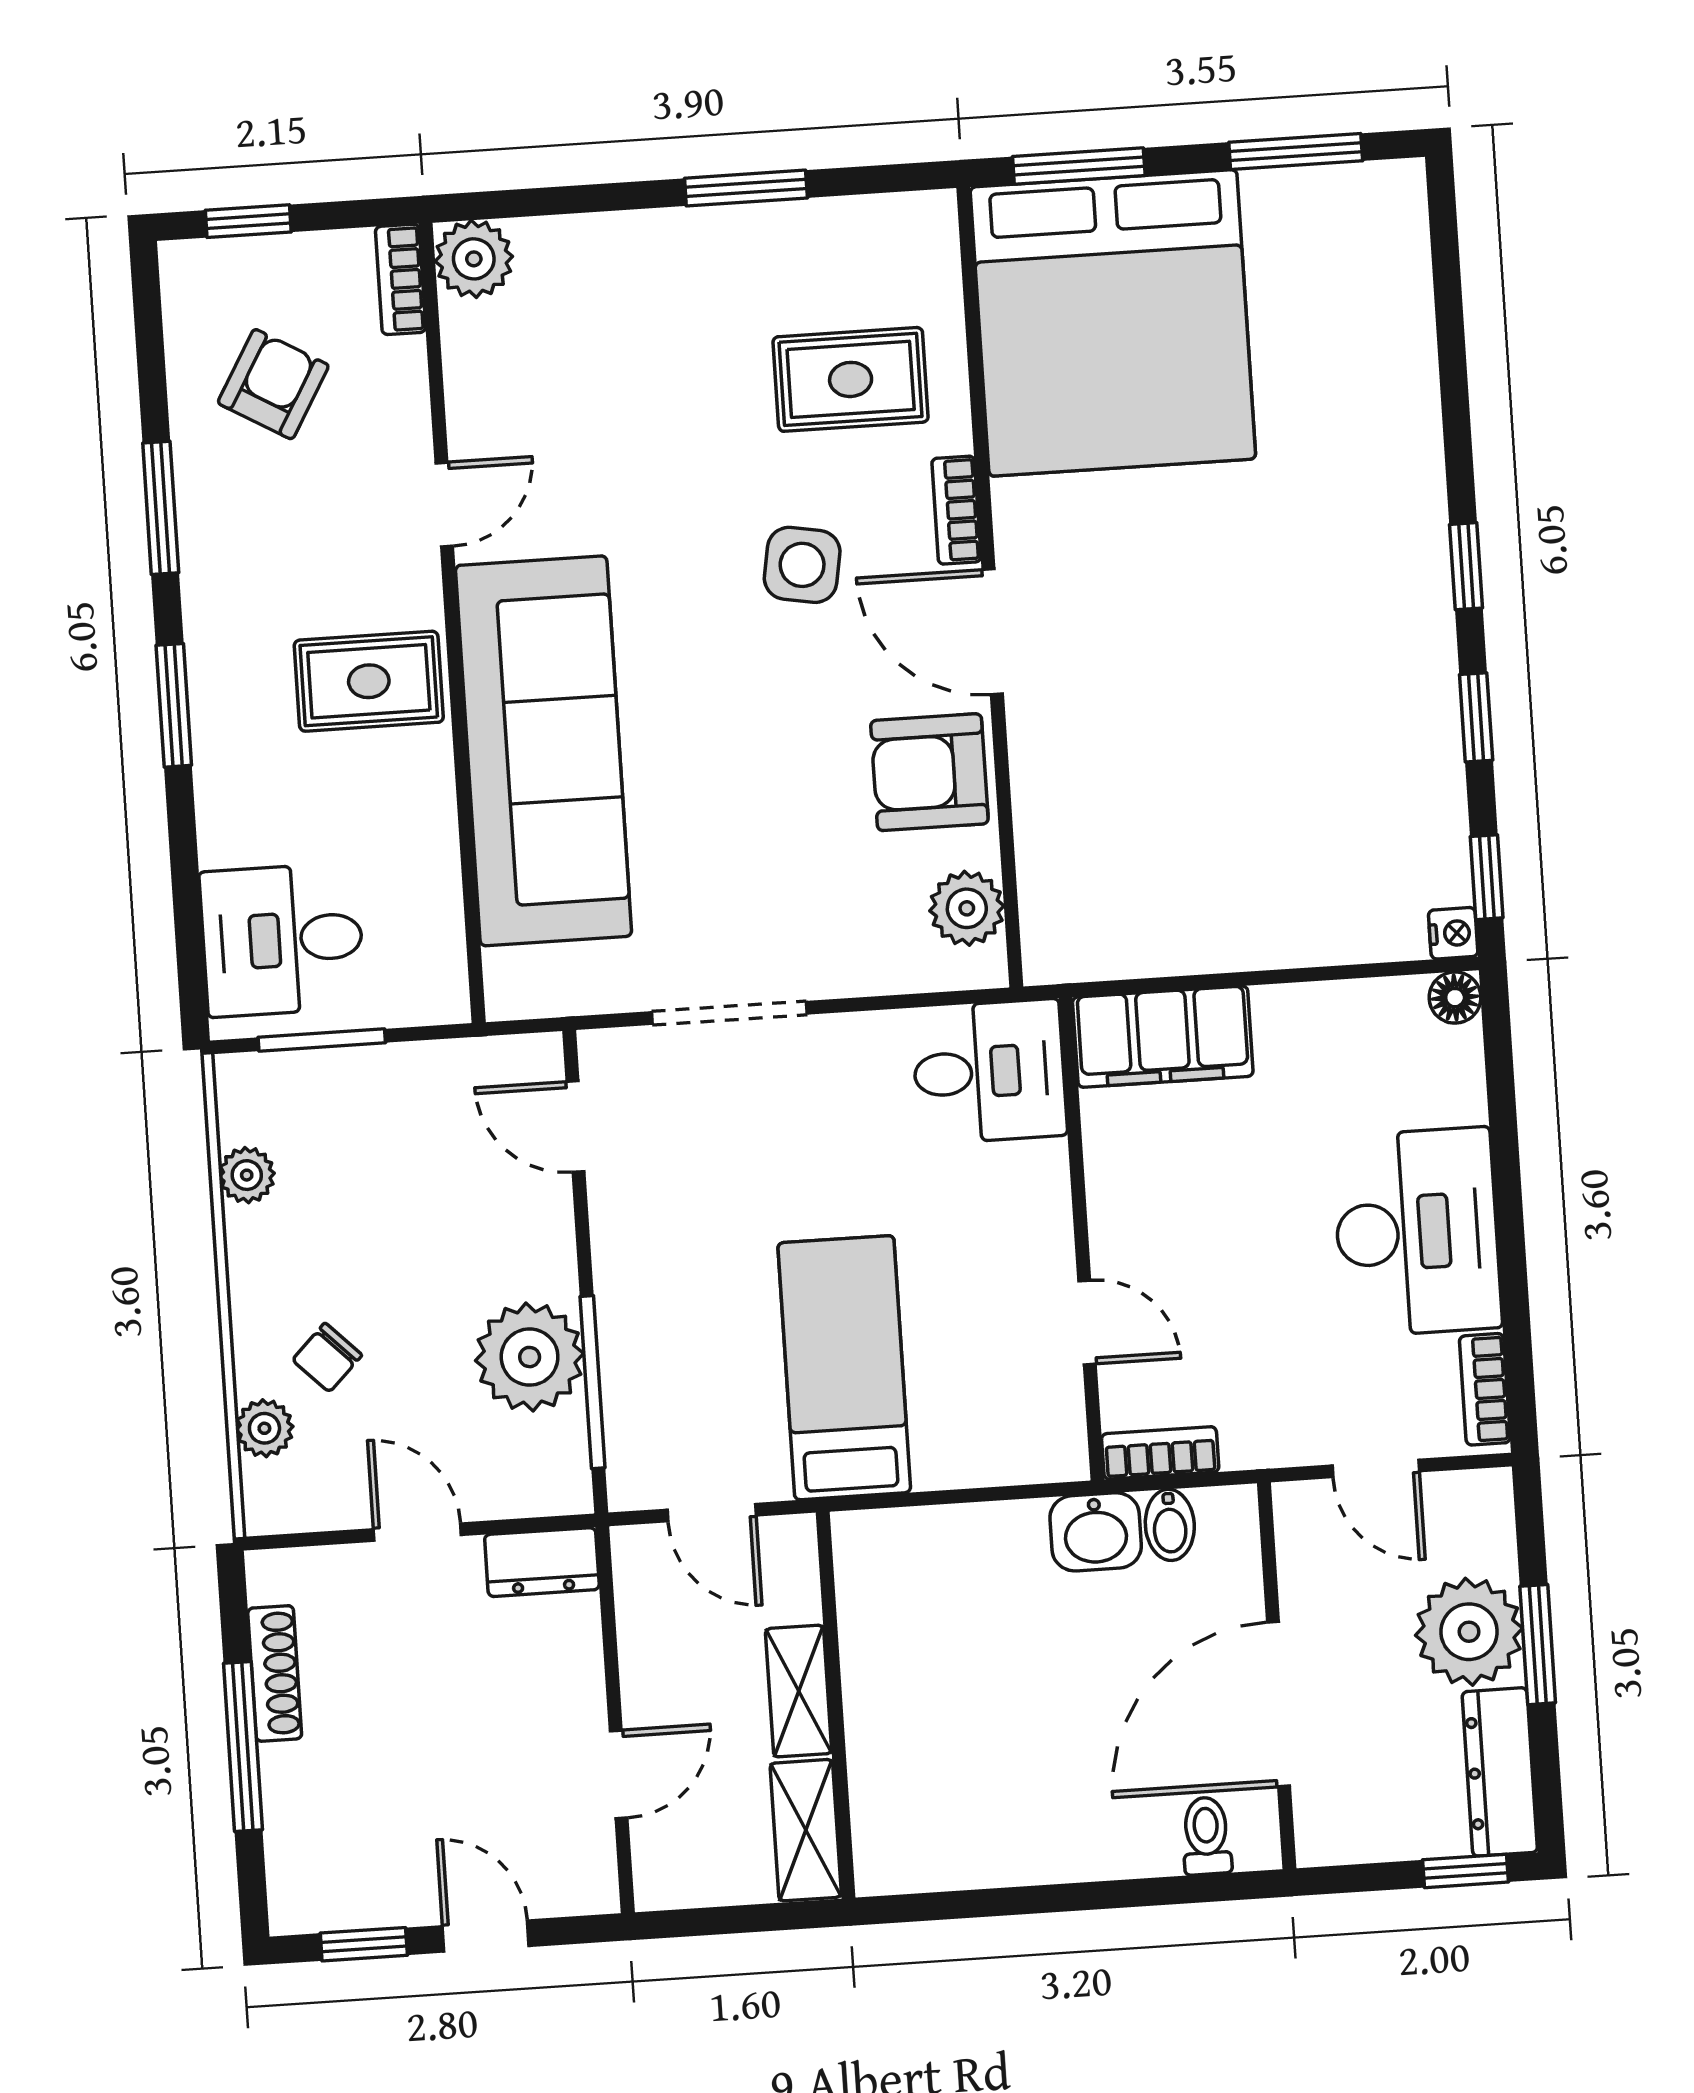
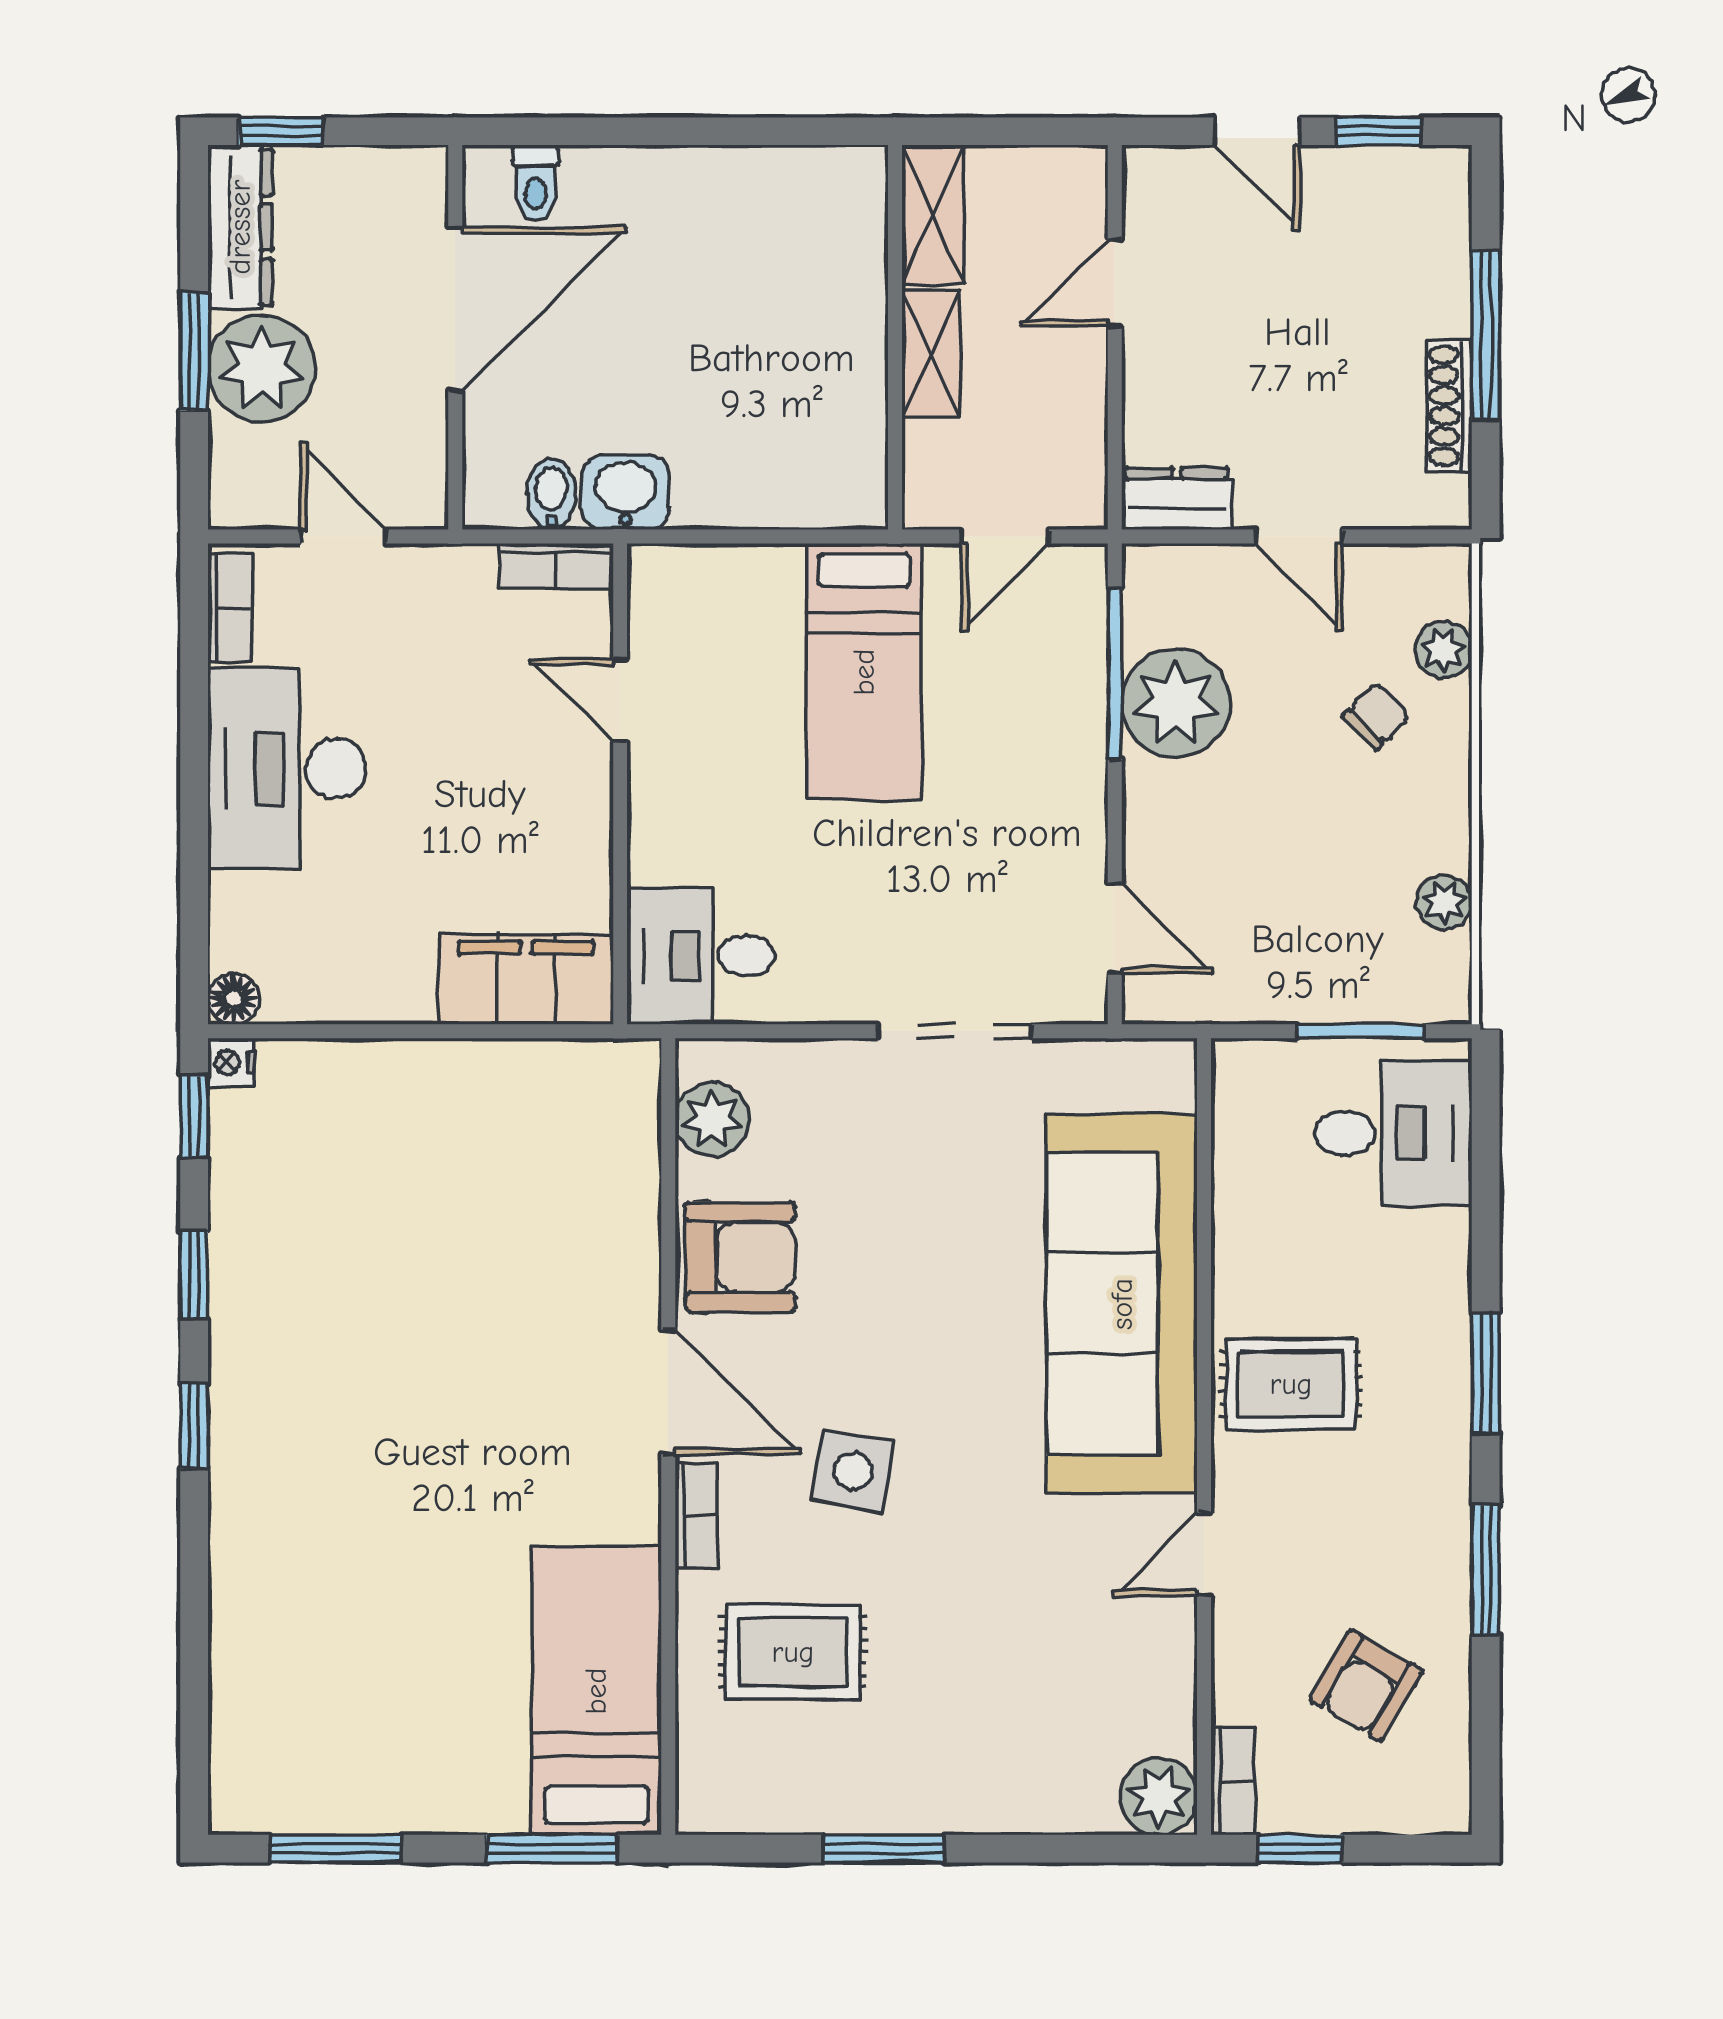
window: (248, 221) -> (1301, 1849), moved
bed: (1113, 323) -> (596, 1691), width x0.49
door: (712, 1513) -> (1005, 537), swing flipped

